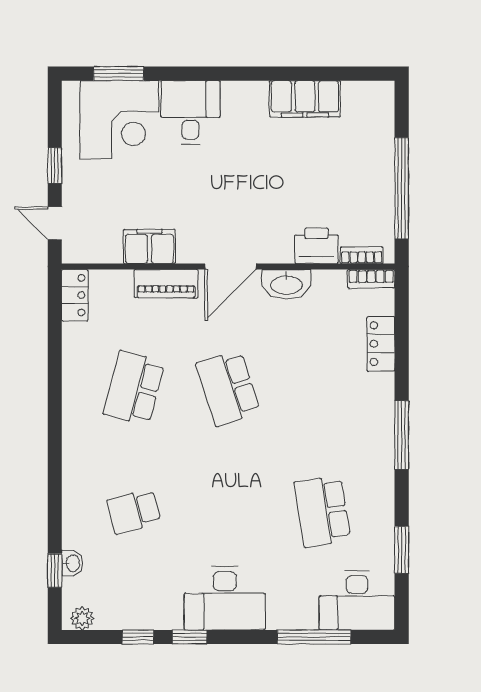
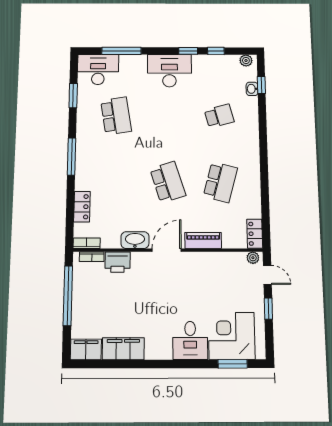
filing cabinet: (149, 246) -> (86, 349), moved, turned 180
plant: (79, 253) -> (253, 258), added

